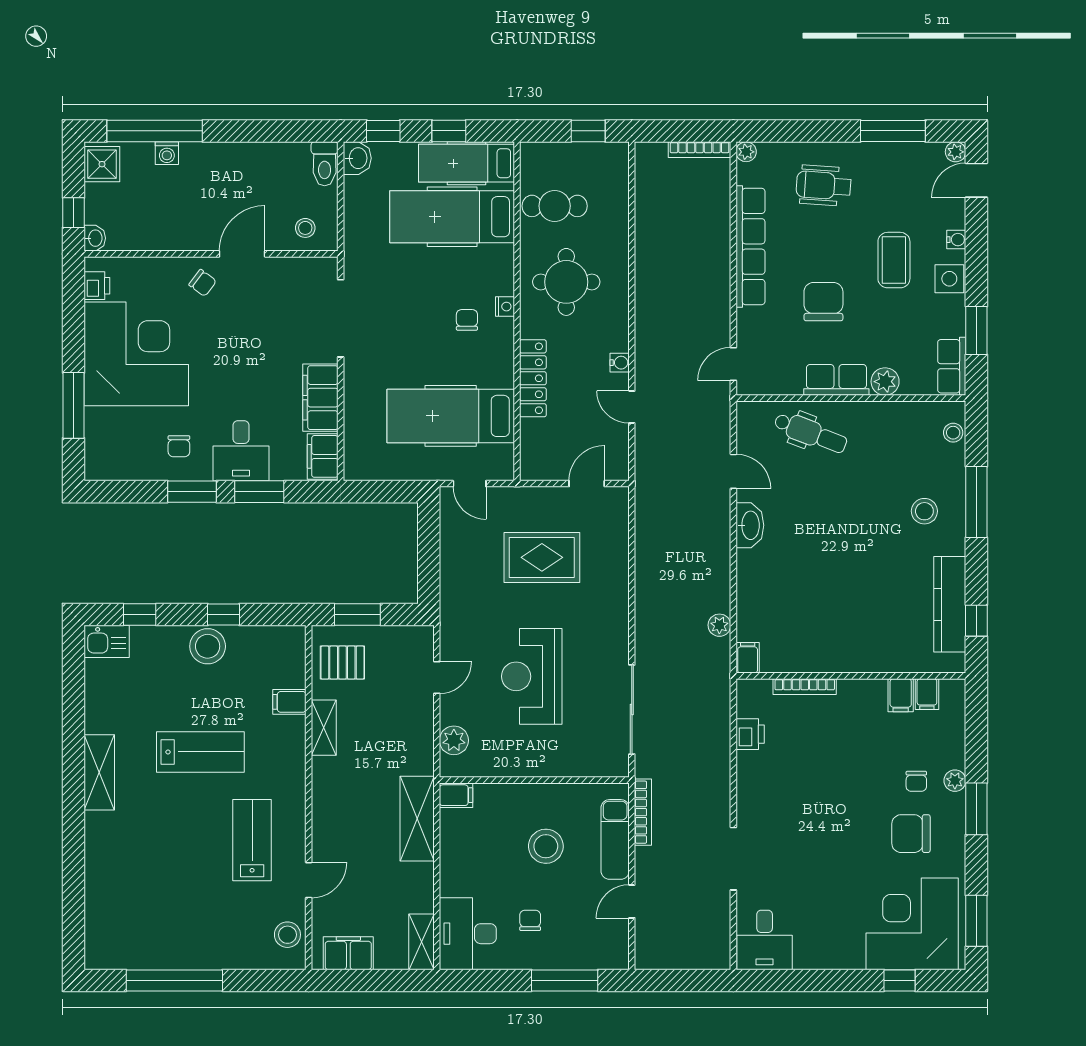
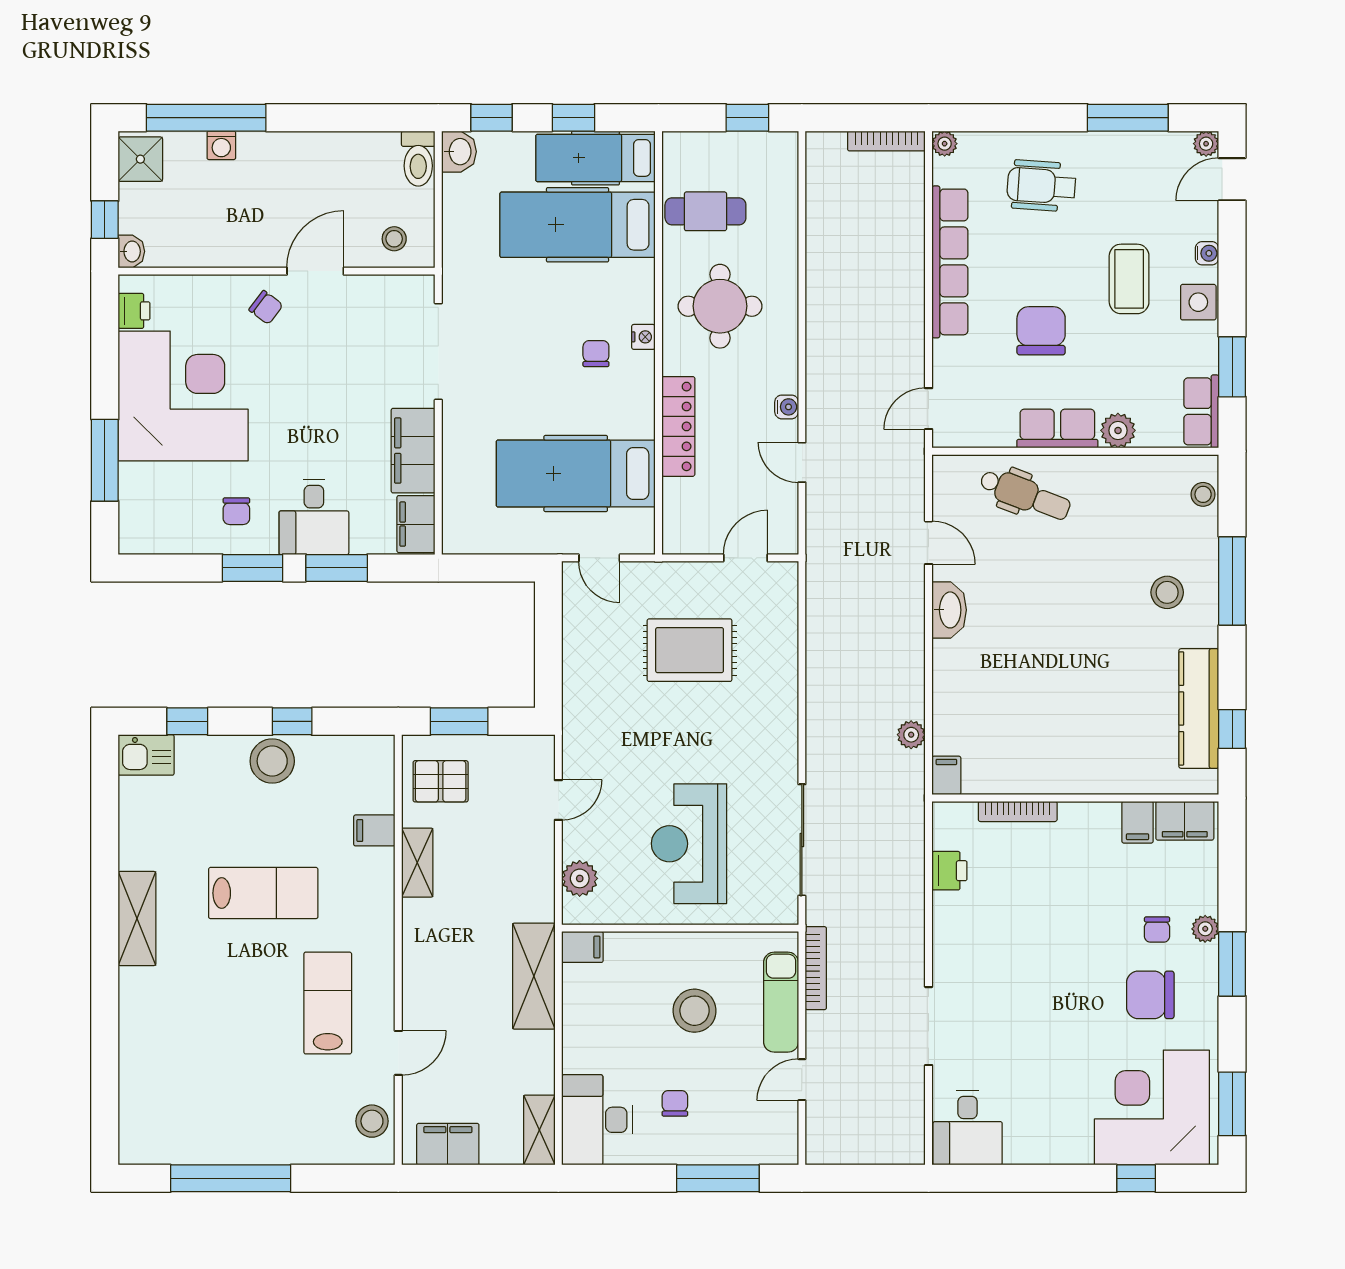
reception desk: (532, 676) -> (689, 844), moved
filing cabinet: (927, 694) -> (1185, 821), width x2.00

